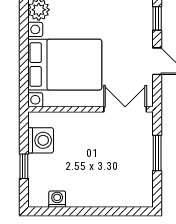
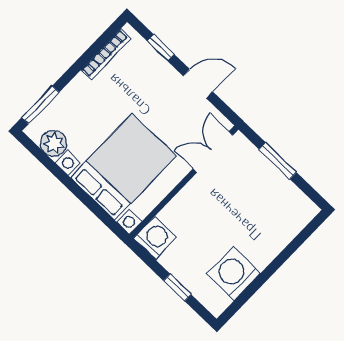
washing machine: (41, 140) -> (155, 238), moved
washing machine: (57, 199) -> (234, 274), width x1.89, depth x1.89

